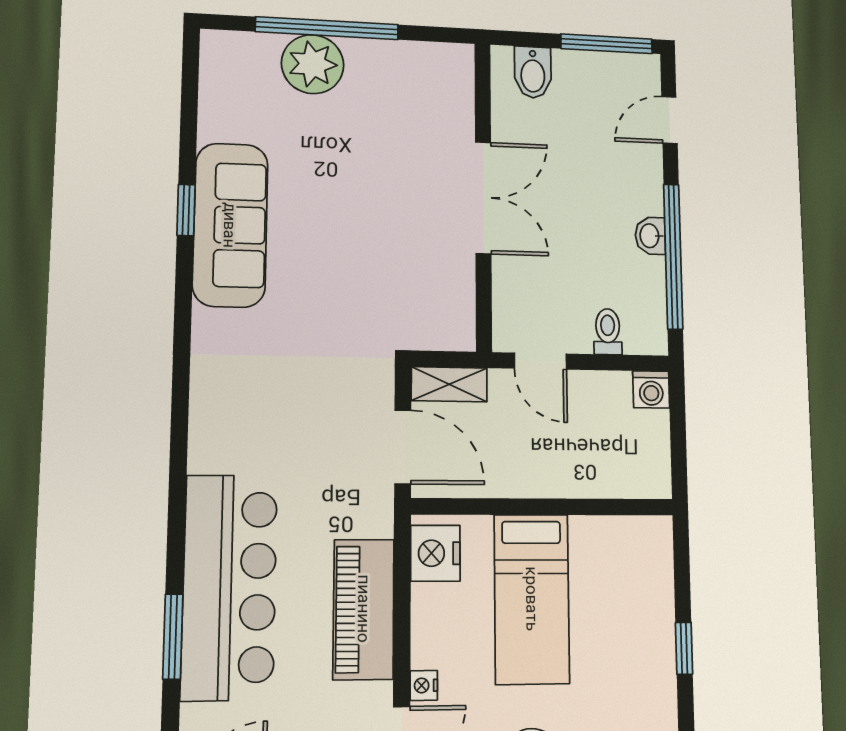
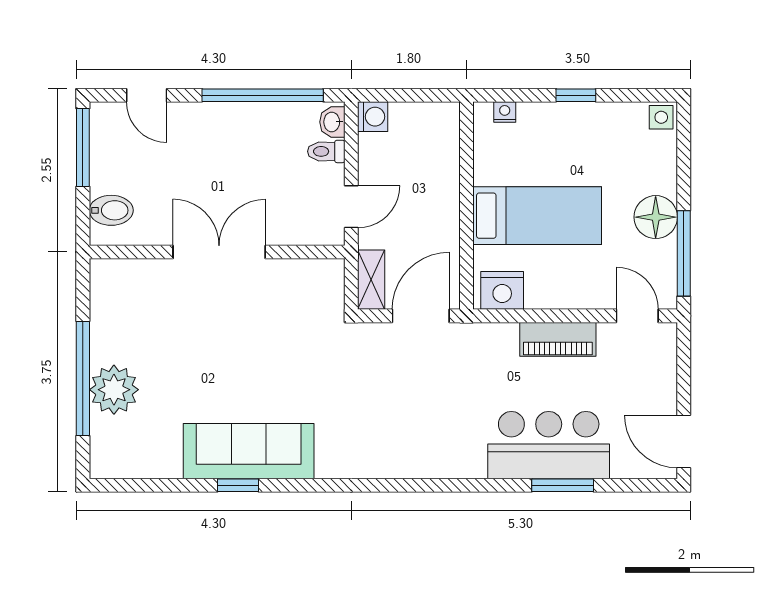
washbasin: (650, 236) -> (332, 122), moved, turned 90
bar counter: (229, 587) -> (549, 445), width x0.73
piano: (364, 609) -> (558, 339), width x0.73, depth x0.75
nightstand: (424, 685) -> (505, 112), moved, turned 180

